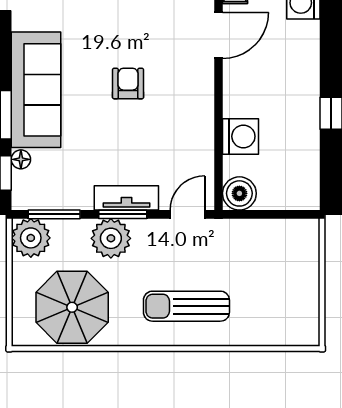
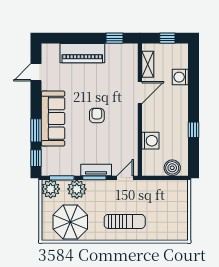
floor lamp: (21, 159) -> (46, 152), removed
boiler: (239, 193) -> (172, 168), moved
plant: (111, 238) -> (77, 189), moved
sun lounger: (186, 306) -> (125, 221), turned 180

